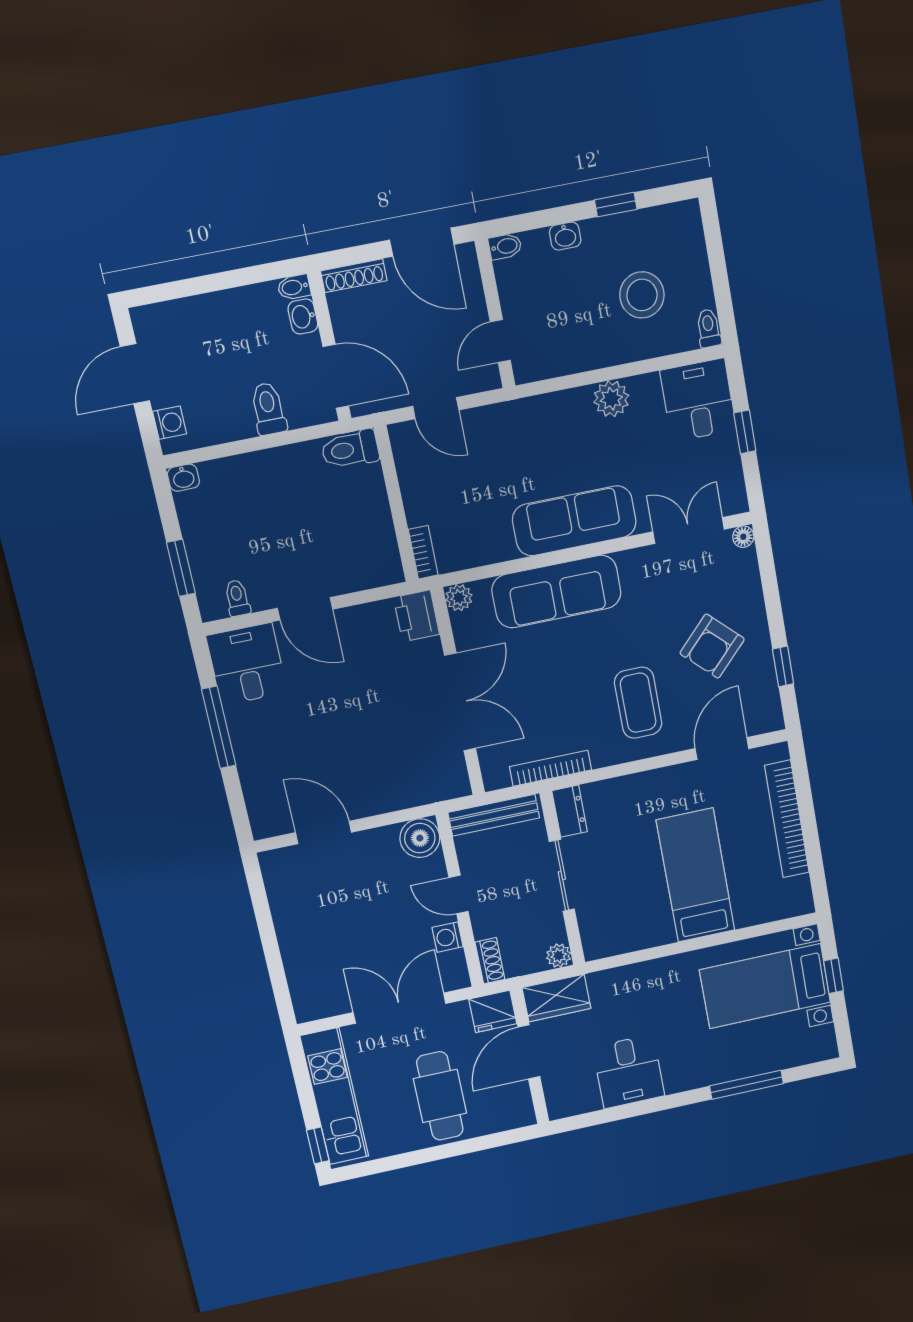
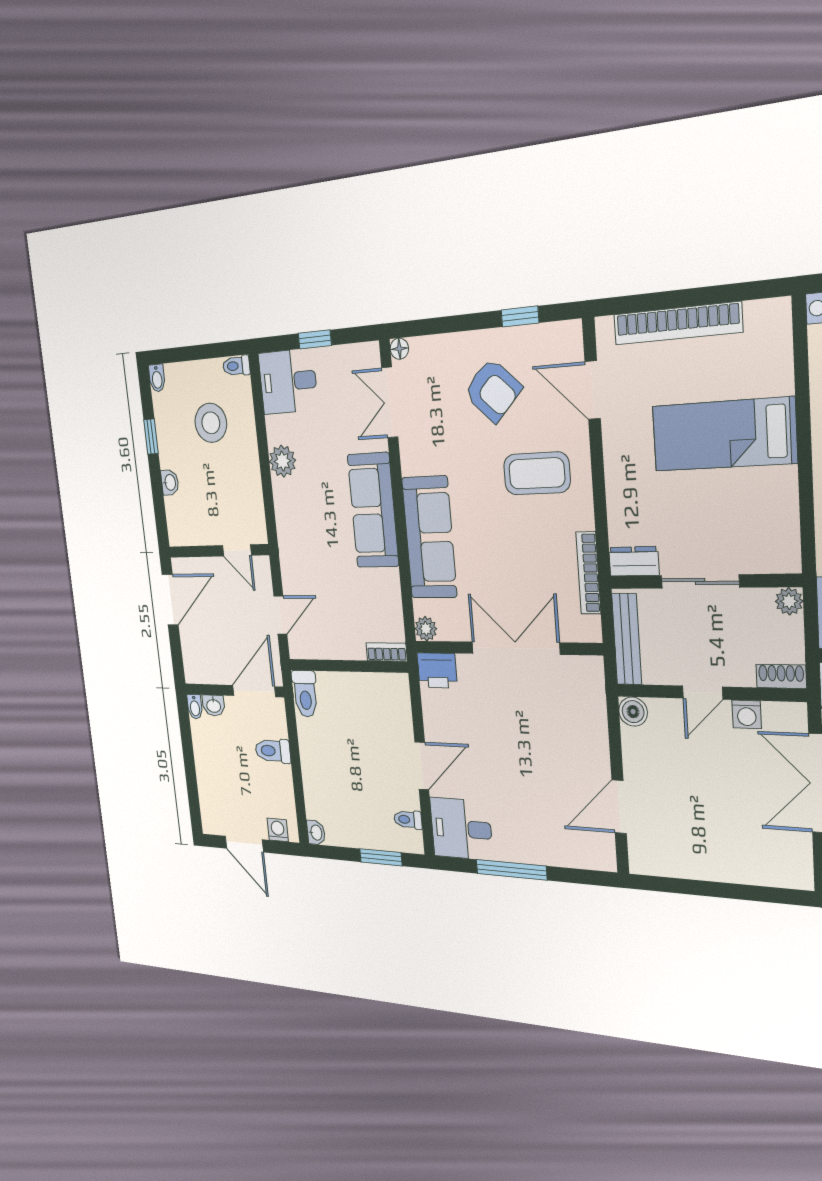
bidet: (505, 246) -> (157, 378), moved, turned 180
shoe rack: (354, 276) -> (189, 659), removed
boiler: (420, 838) -> (633, 712), width x0.73, depth x0.73

